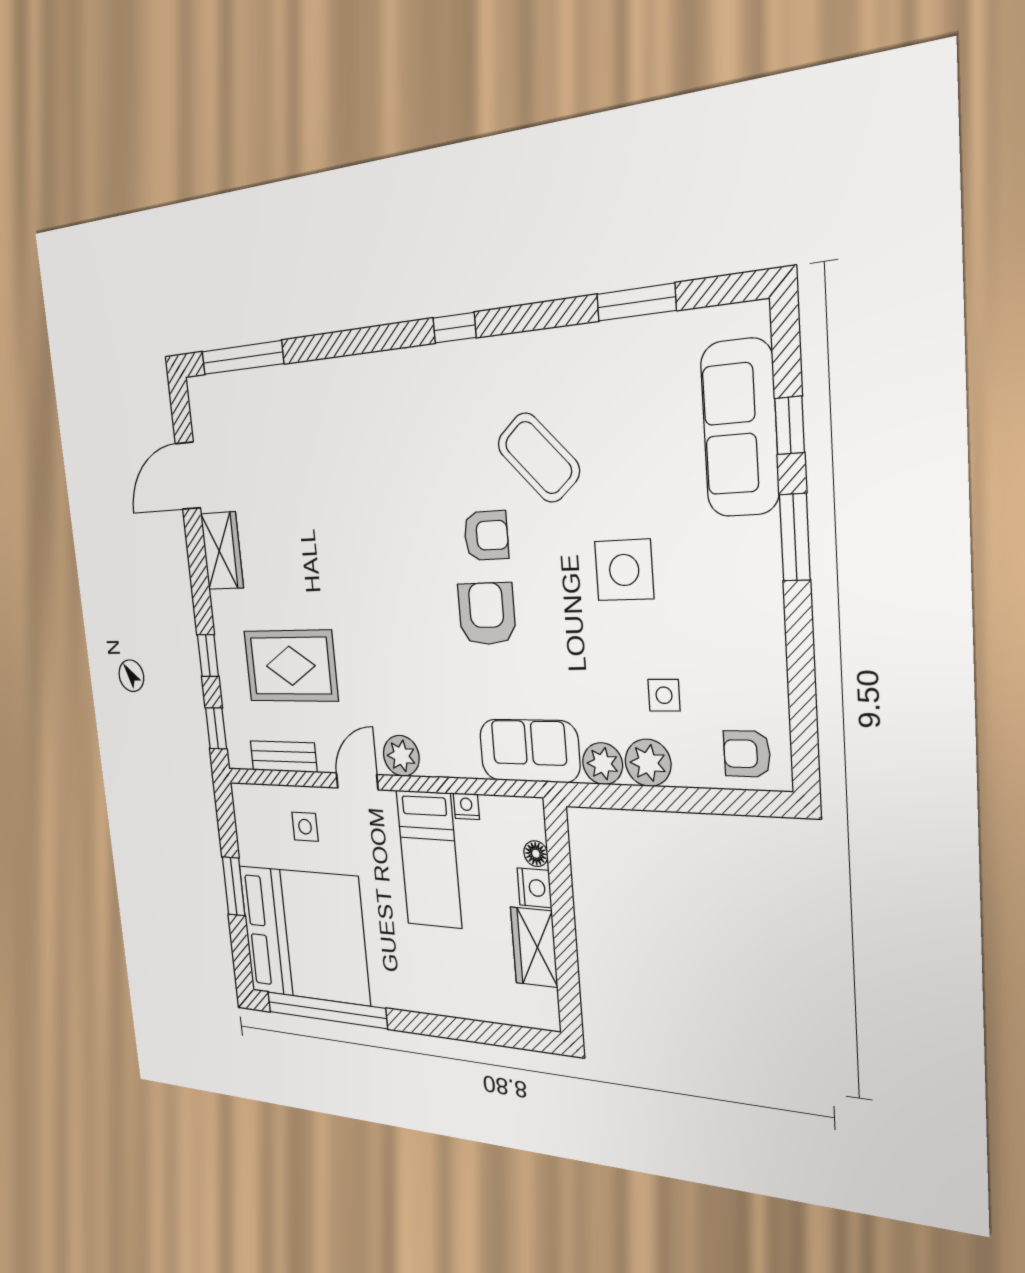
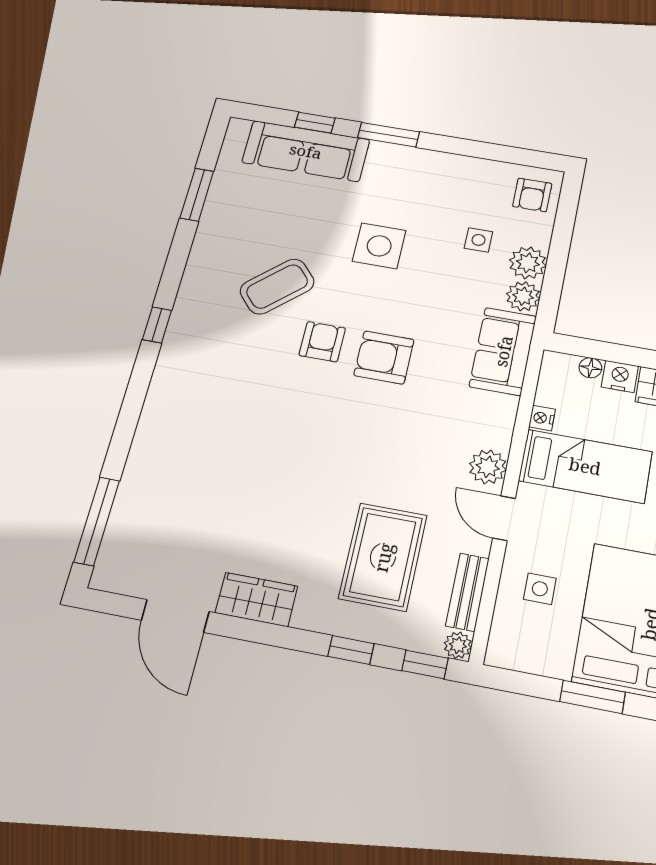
plant: (239, 756) -> (458, 645), added

